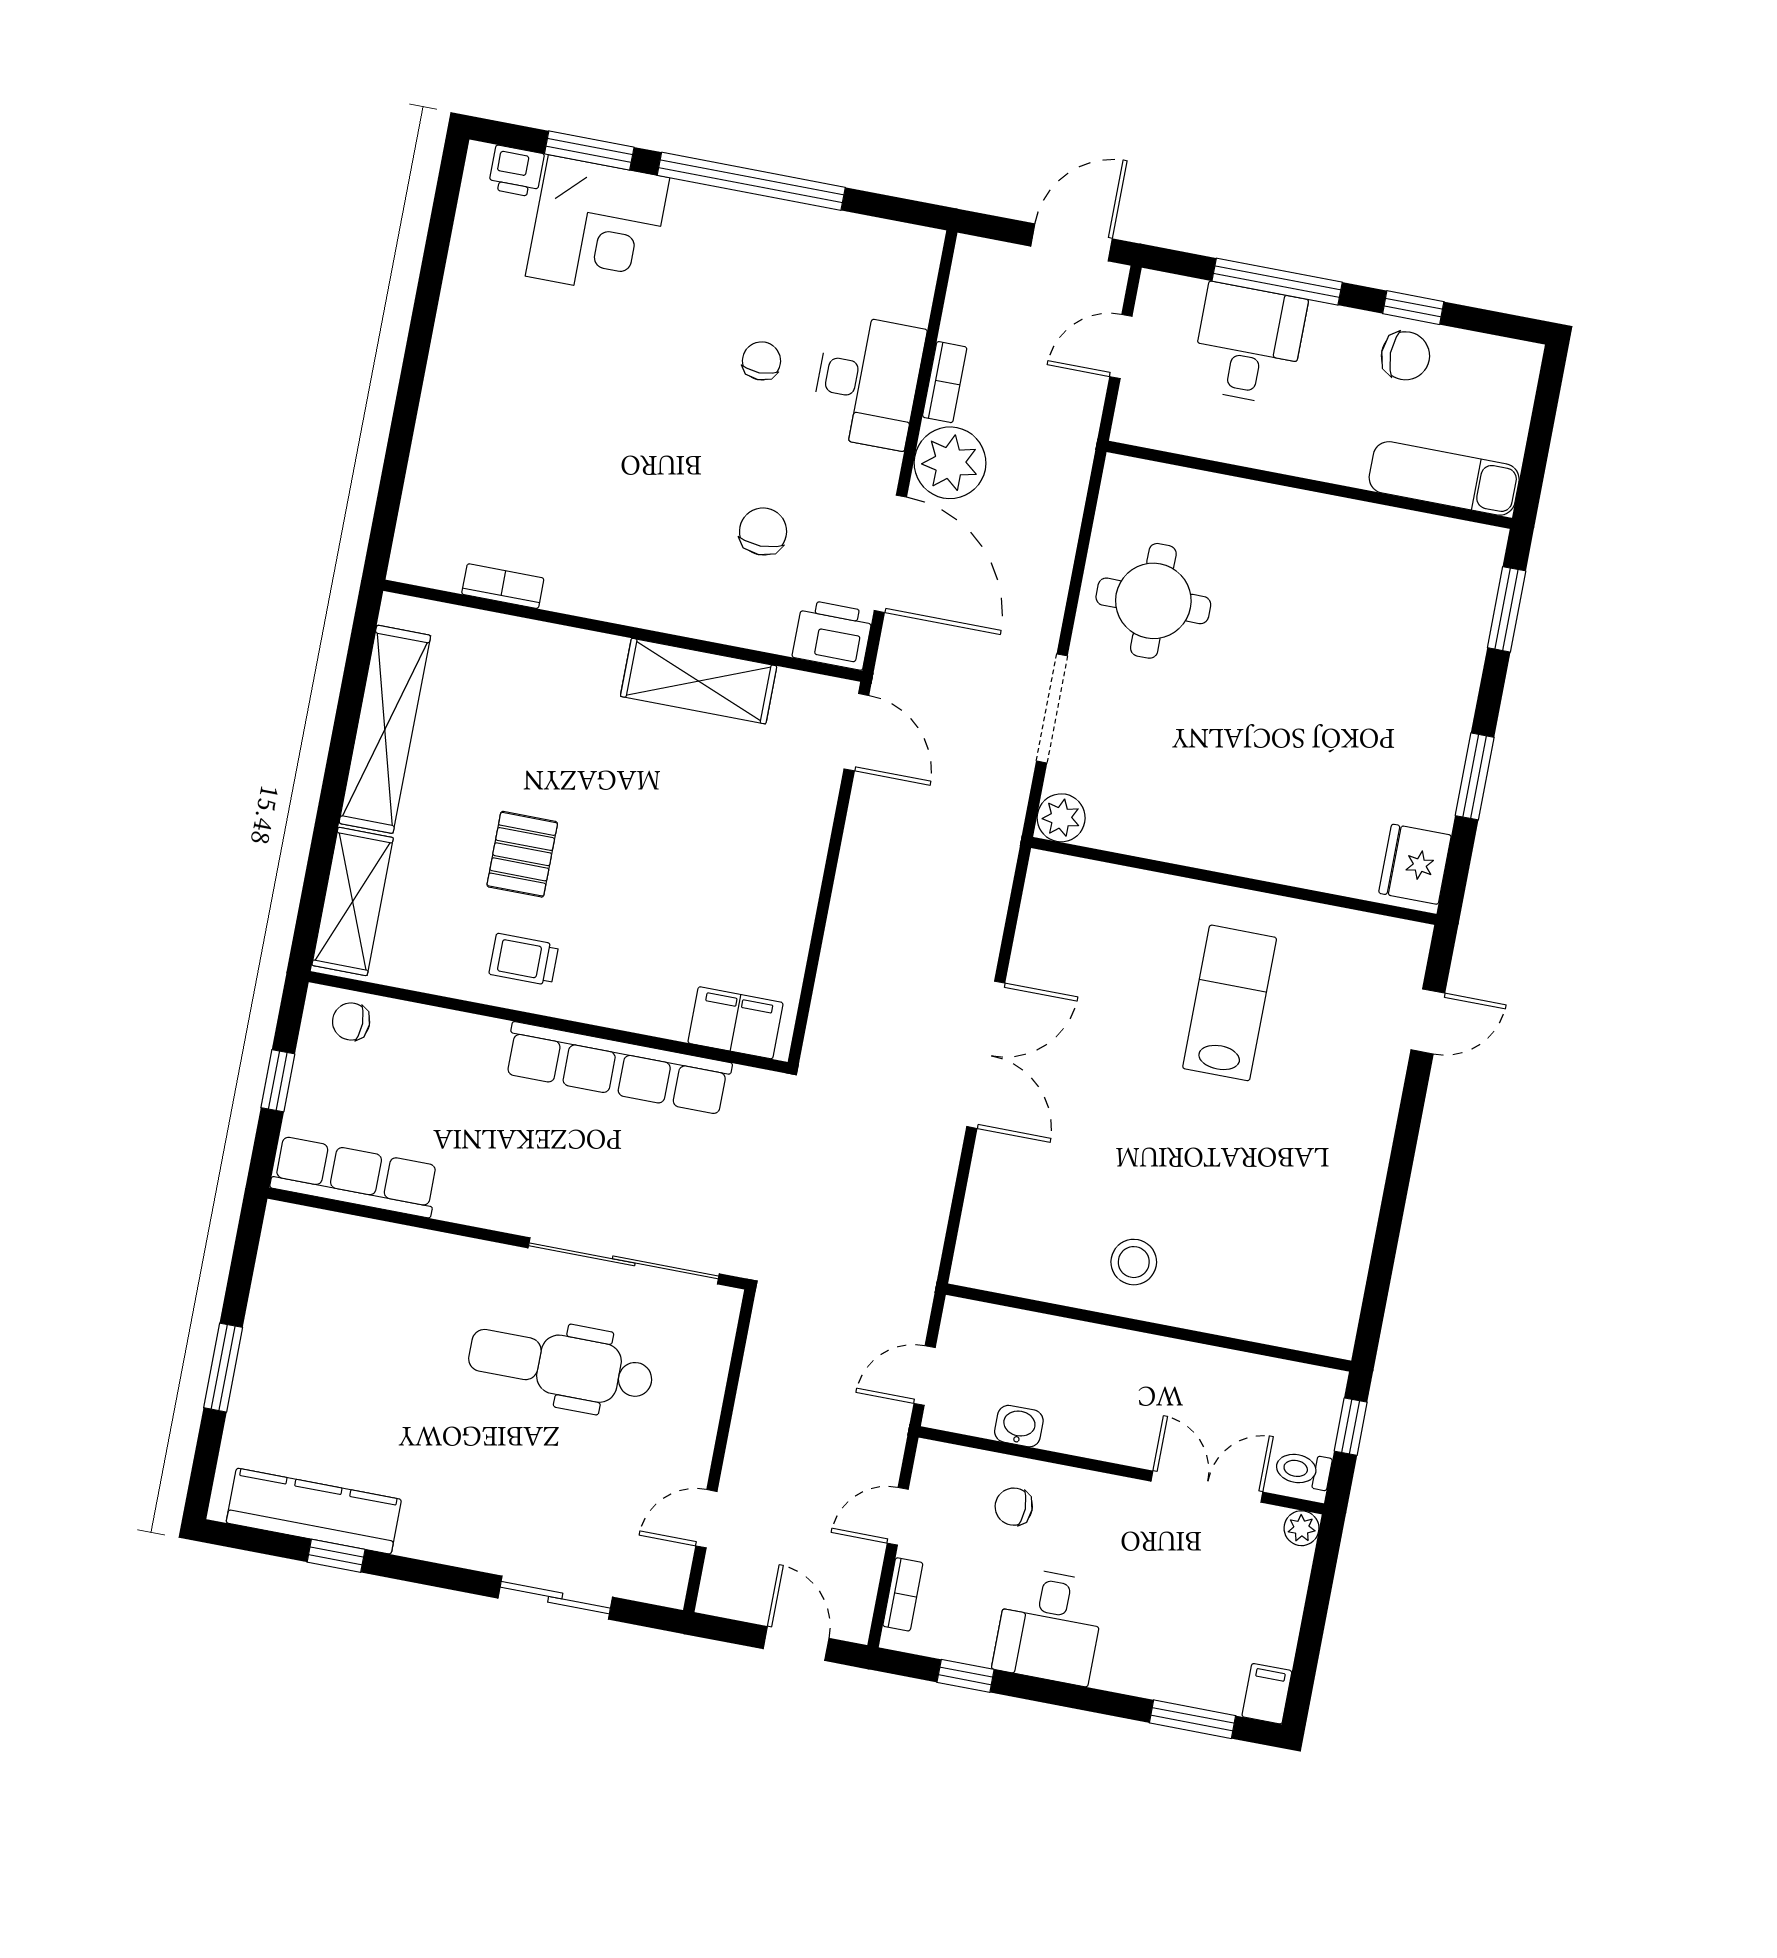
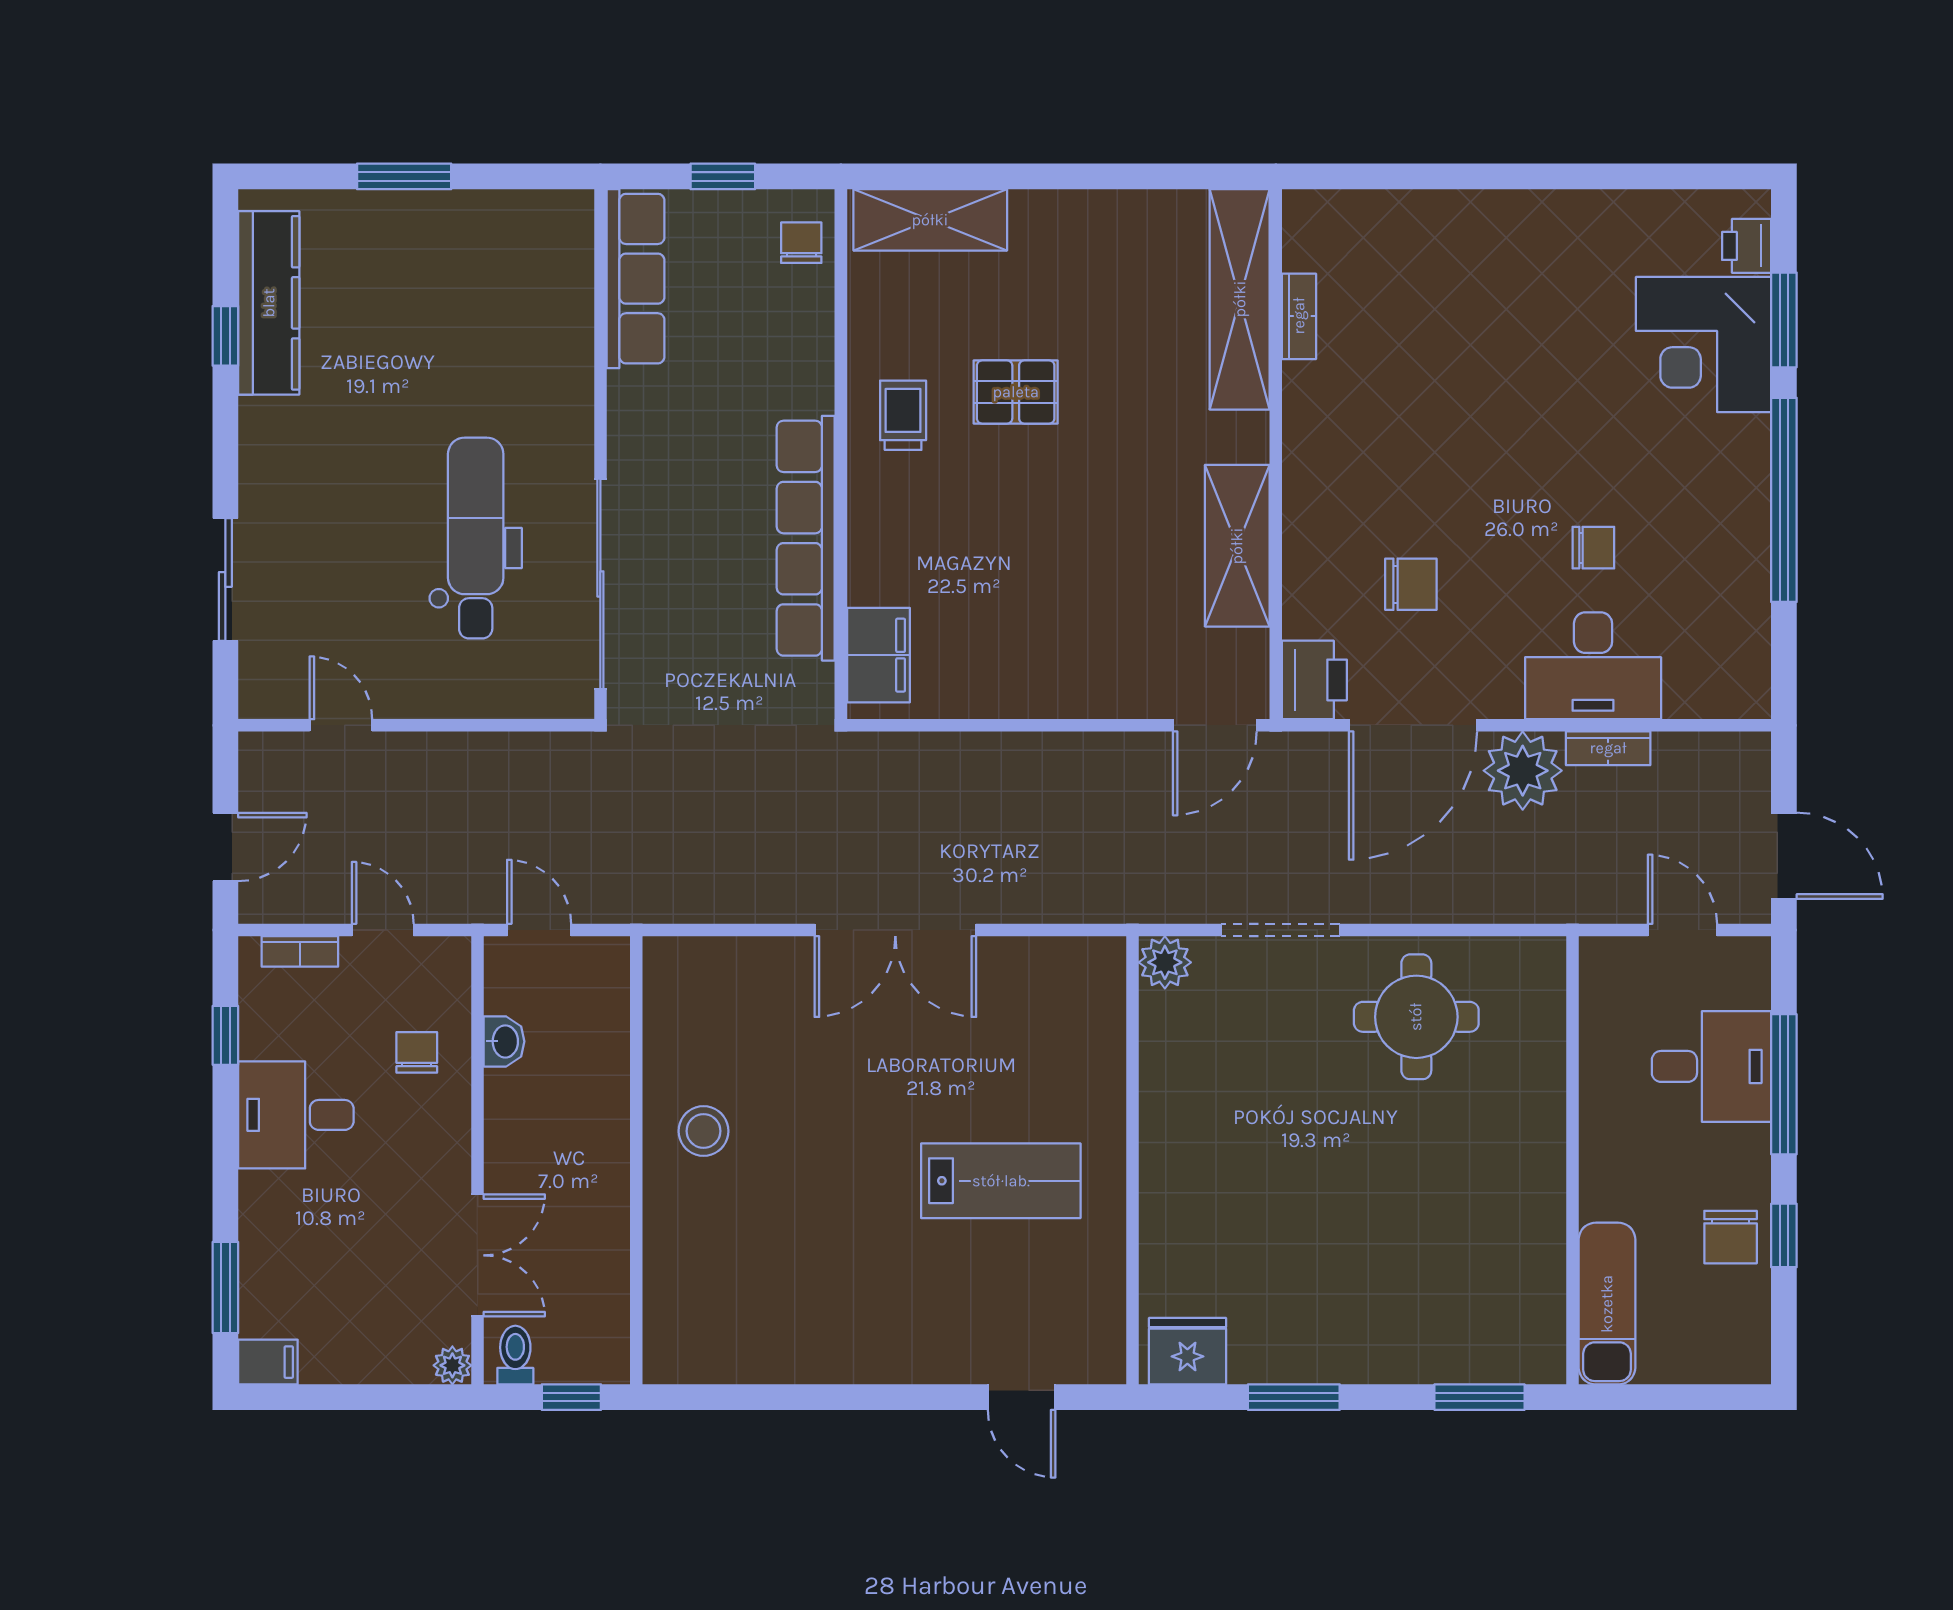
shelving: (385, 729) -> (1240, 299), moved, turned 90

